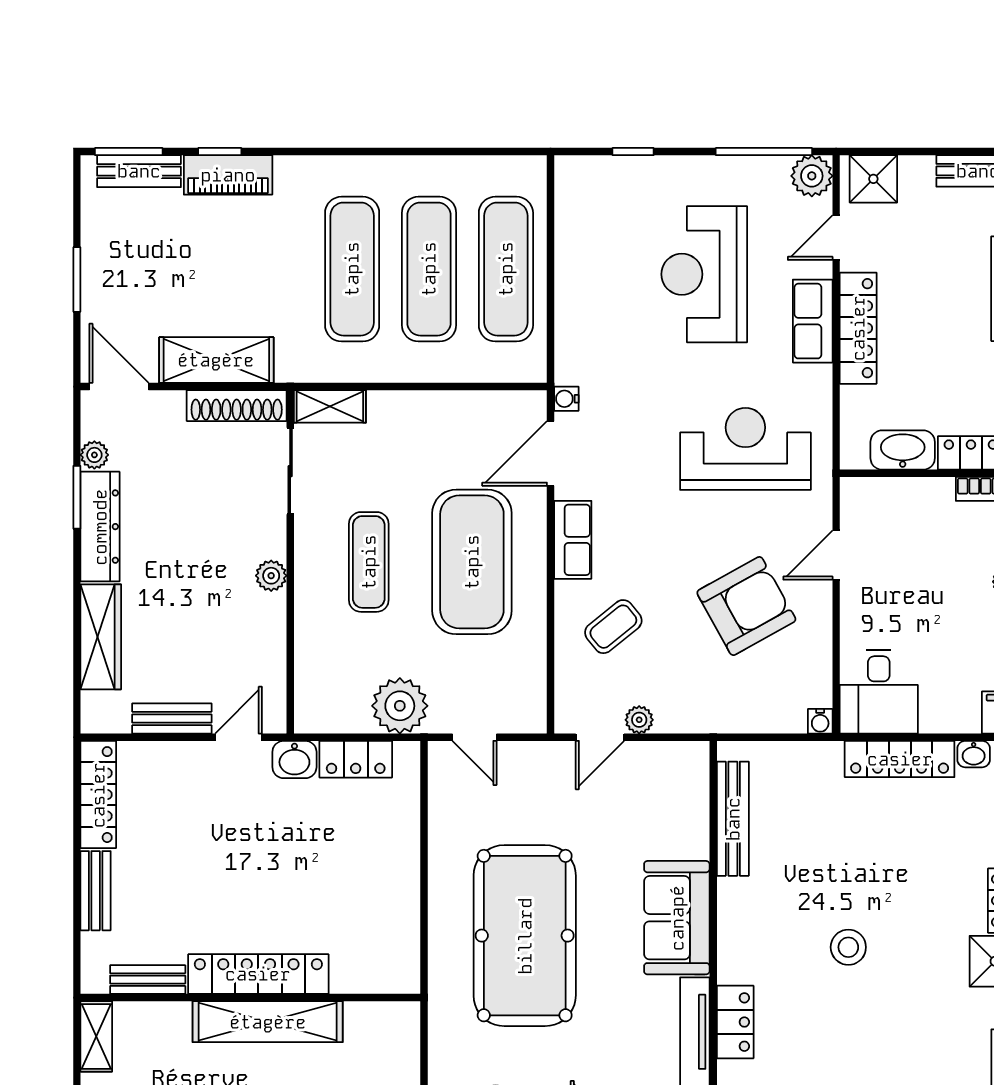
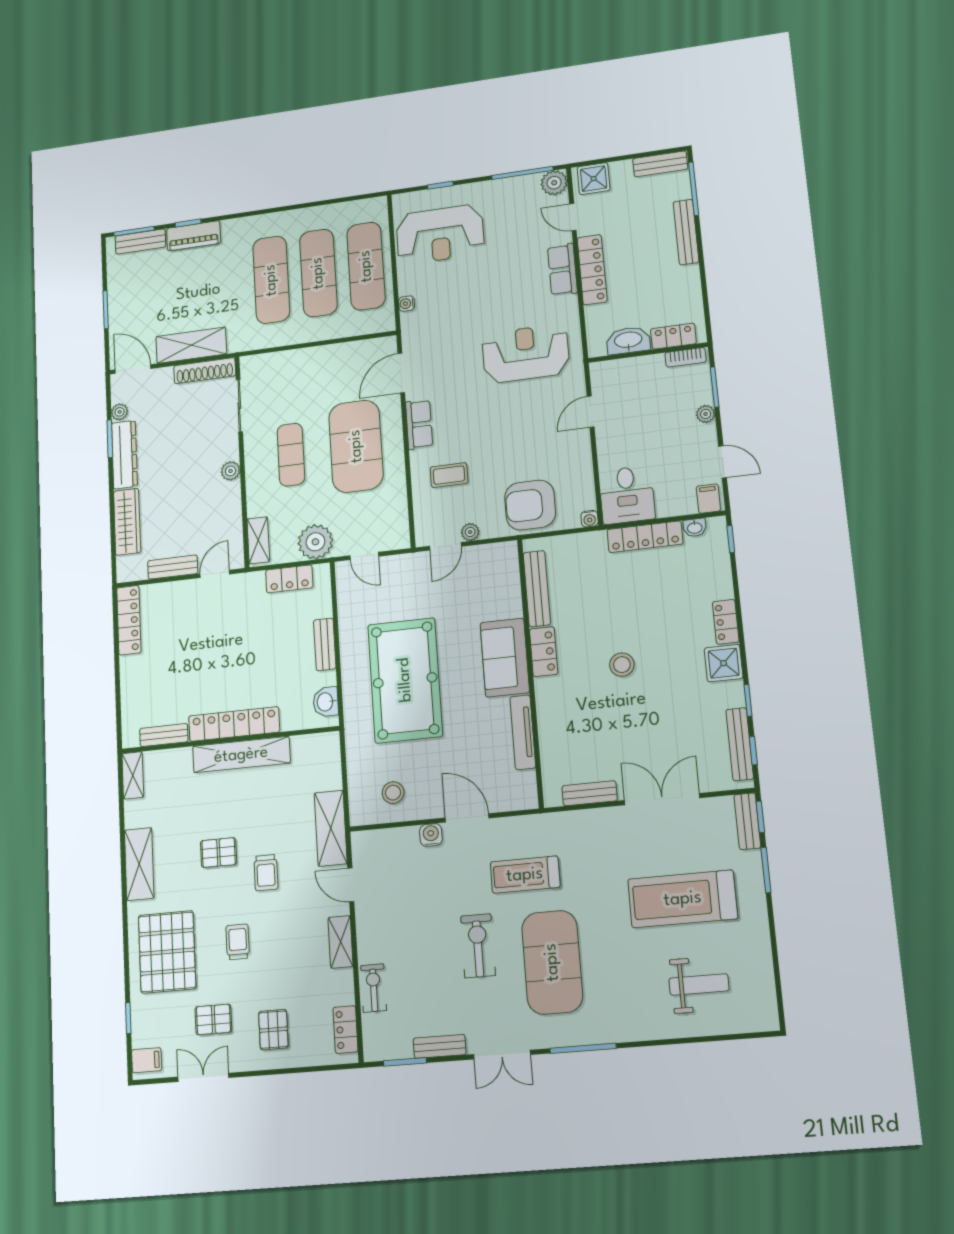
door: (836, 238) -> (573, 217), hinge flipped
reception desk: (704, 274) -> (440, 234), moved, turned -90
water cooler: (566, 399) -> (407, 304), moved
shelving: (330, 406) -> (258, 540), moved, turned 90
armchair: (746, 606) -> (530, 505), moved, turned -151
coffee table: (613, 627) -> (449, 475), turned 39
washbasin: (294, 760) -> (326, 702), moved, turned 90
bench: (96, 891) -> (325, 644), moved
locker: (735, 1022) -> (544, 652), moved

